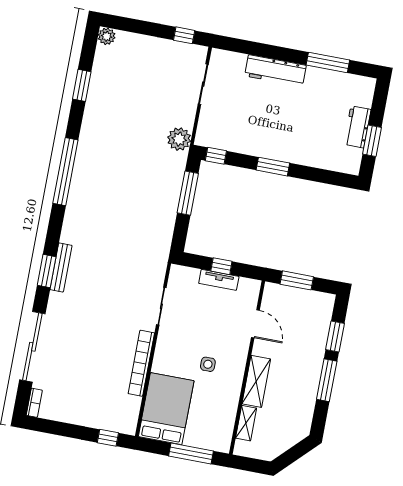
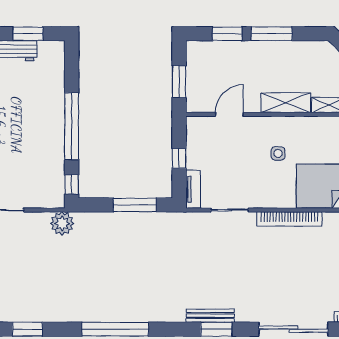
window: (273, 167) -> (72, 126), width x2.11
window: (188, 193) -> (135, 205), moved
tv unit: (219, 280) -> (193, 189), moved

